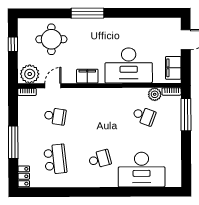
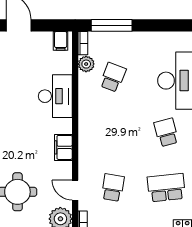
desk: (129, 65) -> (55, 96), width x0.73, depth x0.77
filing cabinet: (173, 68) -> (61, 41), width x0.50

